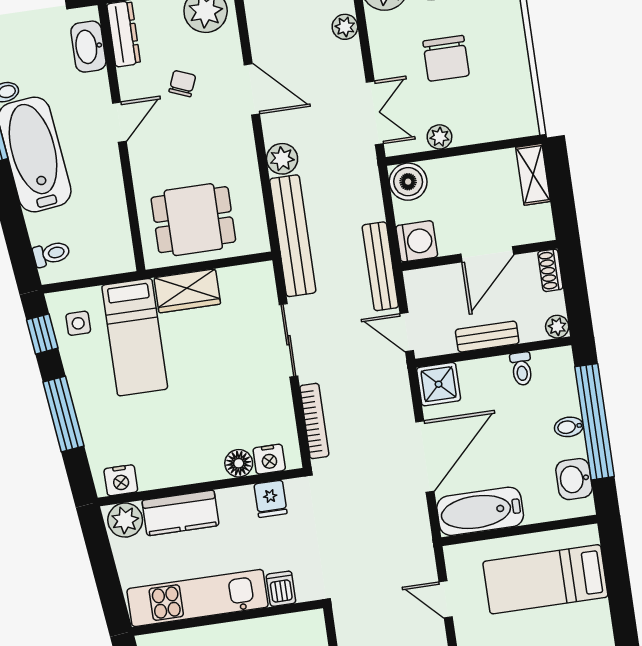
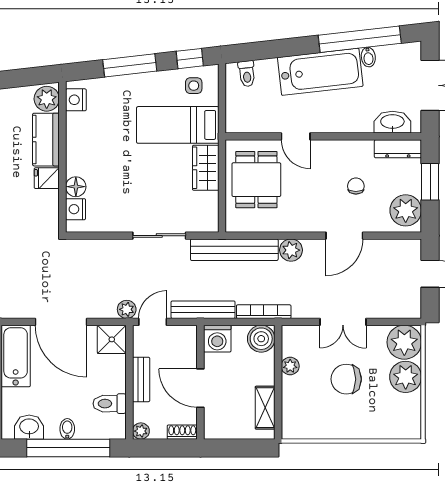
plant: (345, 27) -> (127, 309), moved
chair: (182, 84) -> (356, 186), turned -112
double door: (375, 113) -> (343, 322), moved
door: (119, 122) -> (296, 136), moved
shelving: (533, 174) -> (265, 408), moved, turned 90
toilet: (522, 369) -> (110, 404), width x1.37, depth x1.39
bookcase: (314, 421) -> (264, 312), moved, turned 180
fridge: (271, 499) -> (47, 178), moved

